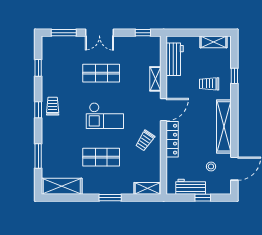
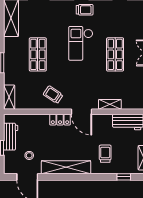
window: (234, 76) -> (124, 177), moved
checkout: (105, 116) -> (81, 43), moved
locker: (172, 139) -> (60, 120), width x0.66

